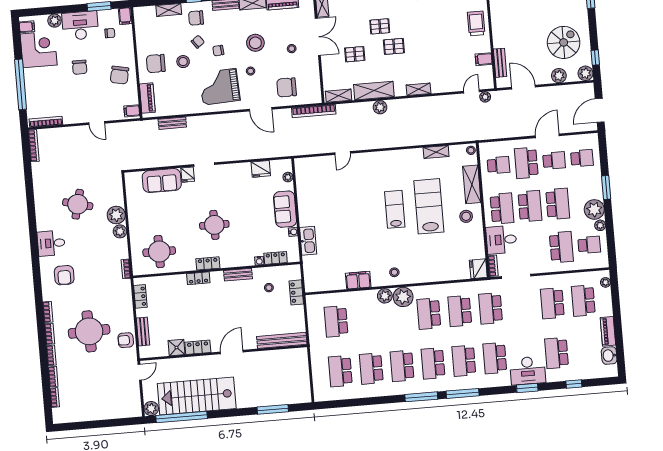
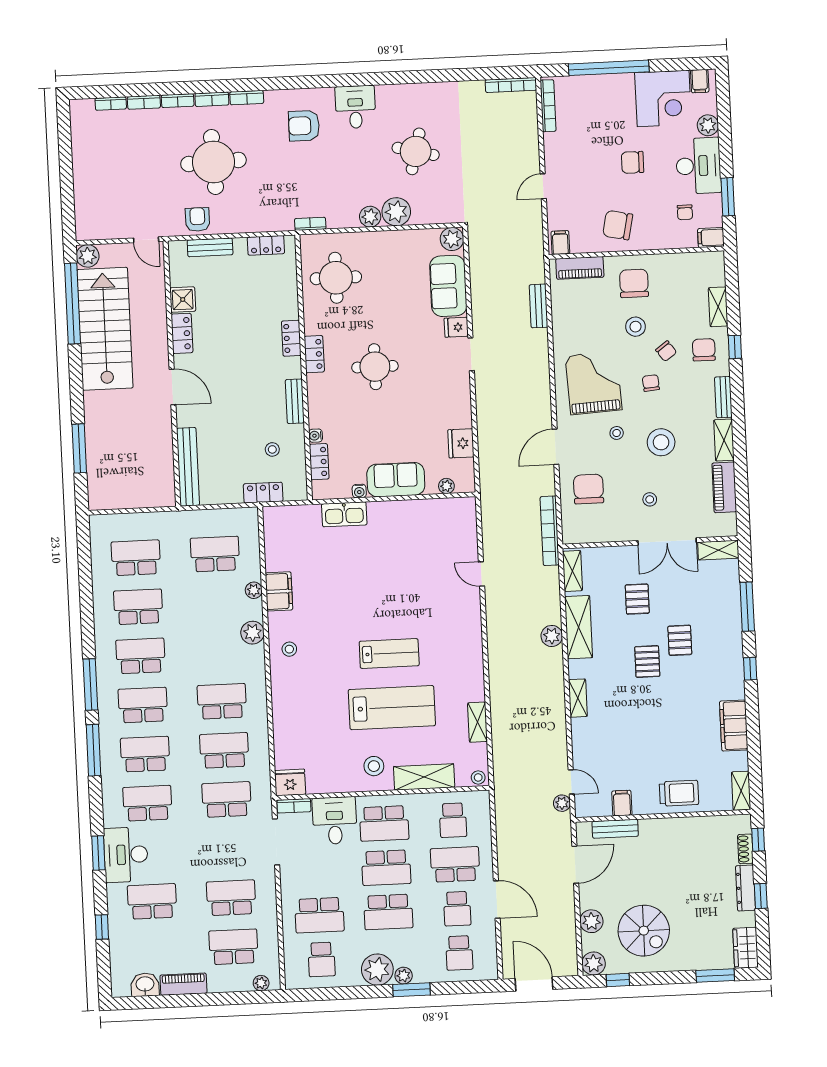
plant: (132, 179) -> (452, 239), added
plant: (600, 225) -> (404, 976), moved
plant: (403, 297) -> (254, 590), moved, width x0.53, depth x0.53

